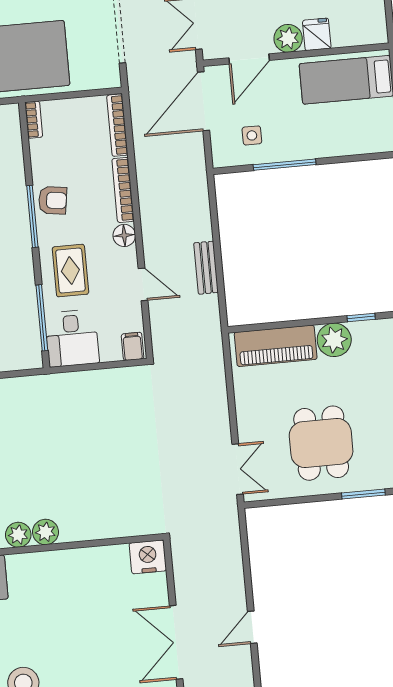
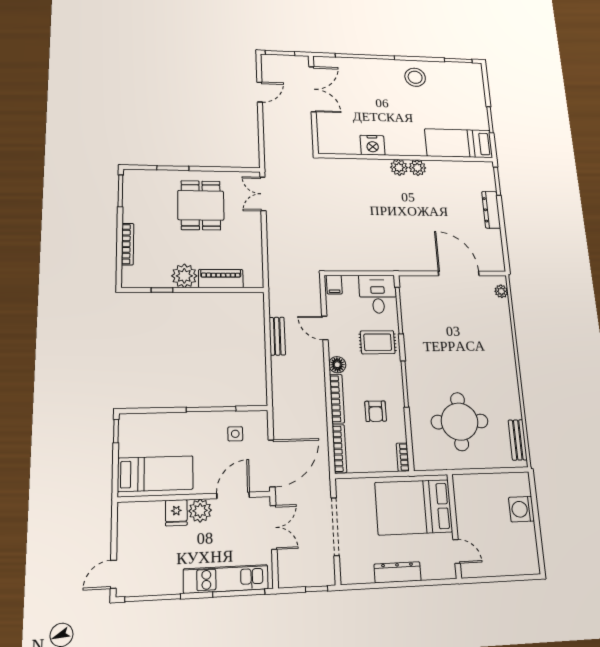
armchair: (53, 200) -> (376, 411), moved, turned -98
rug: (70, 271) -> (378, 342), turned 90
piano: (276, 346) -> (221, 279), width x0.73, depth x0.75
nightstand: (148, 557) -> (373, 145), moved

